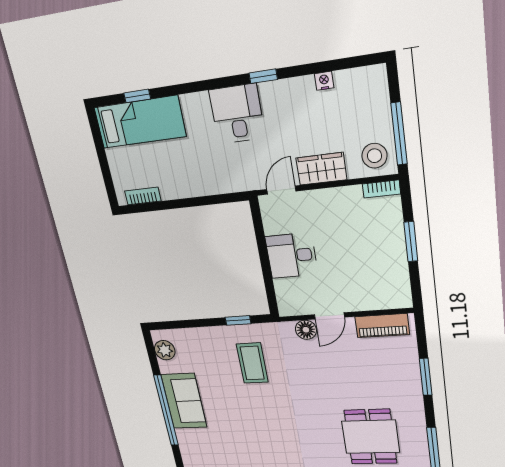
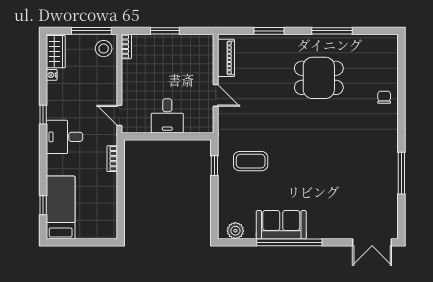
wardrobe: (321, 169) -> (56, 52), moved, turned 180
bookcase: (143, 196) -> (112, 159), moved
floor lamp: (306, 330) -> (226, 115), removed

